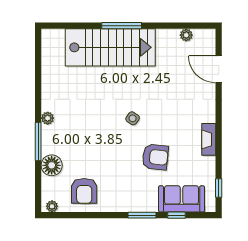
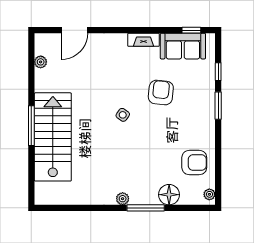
sofa: (182, 199) -> (183, 46), moved, turned -90

